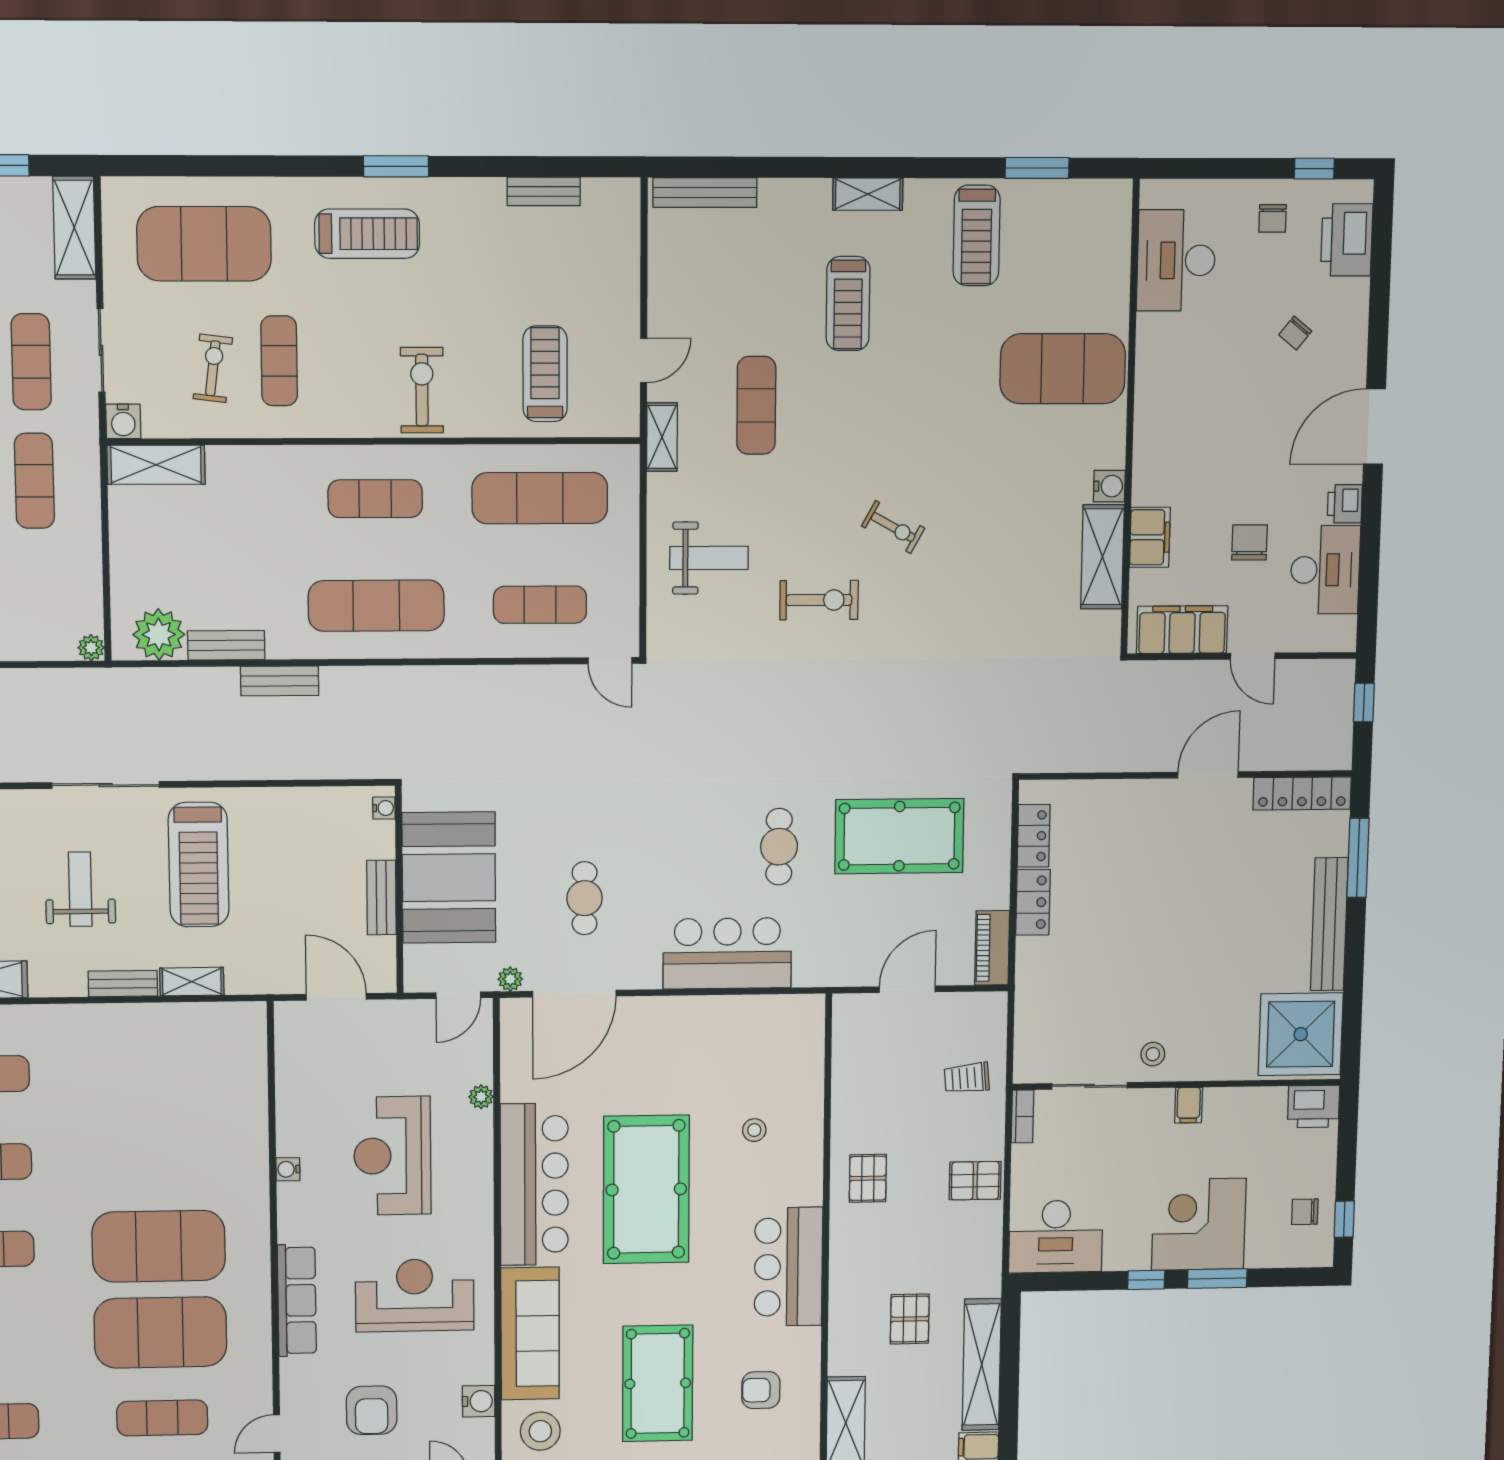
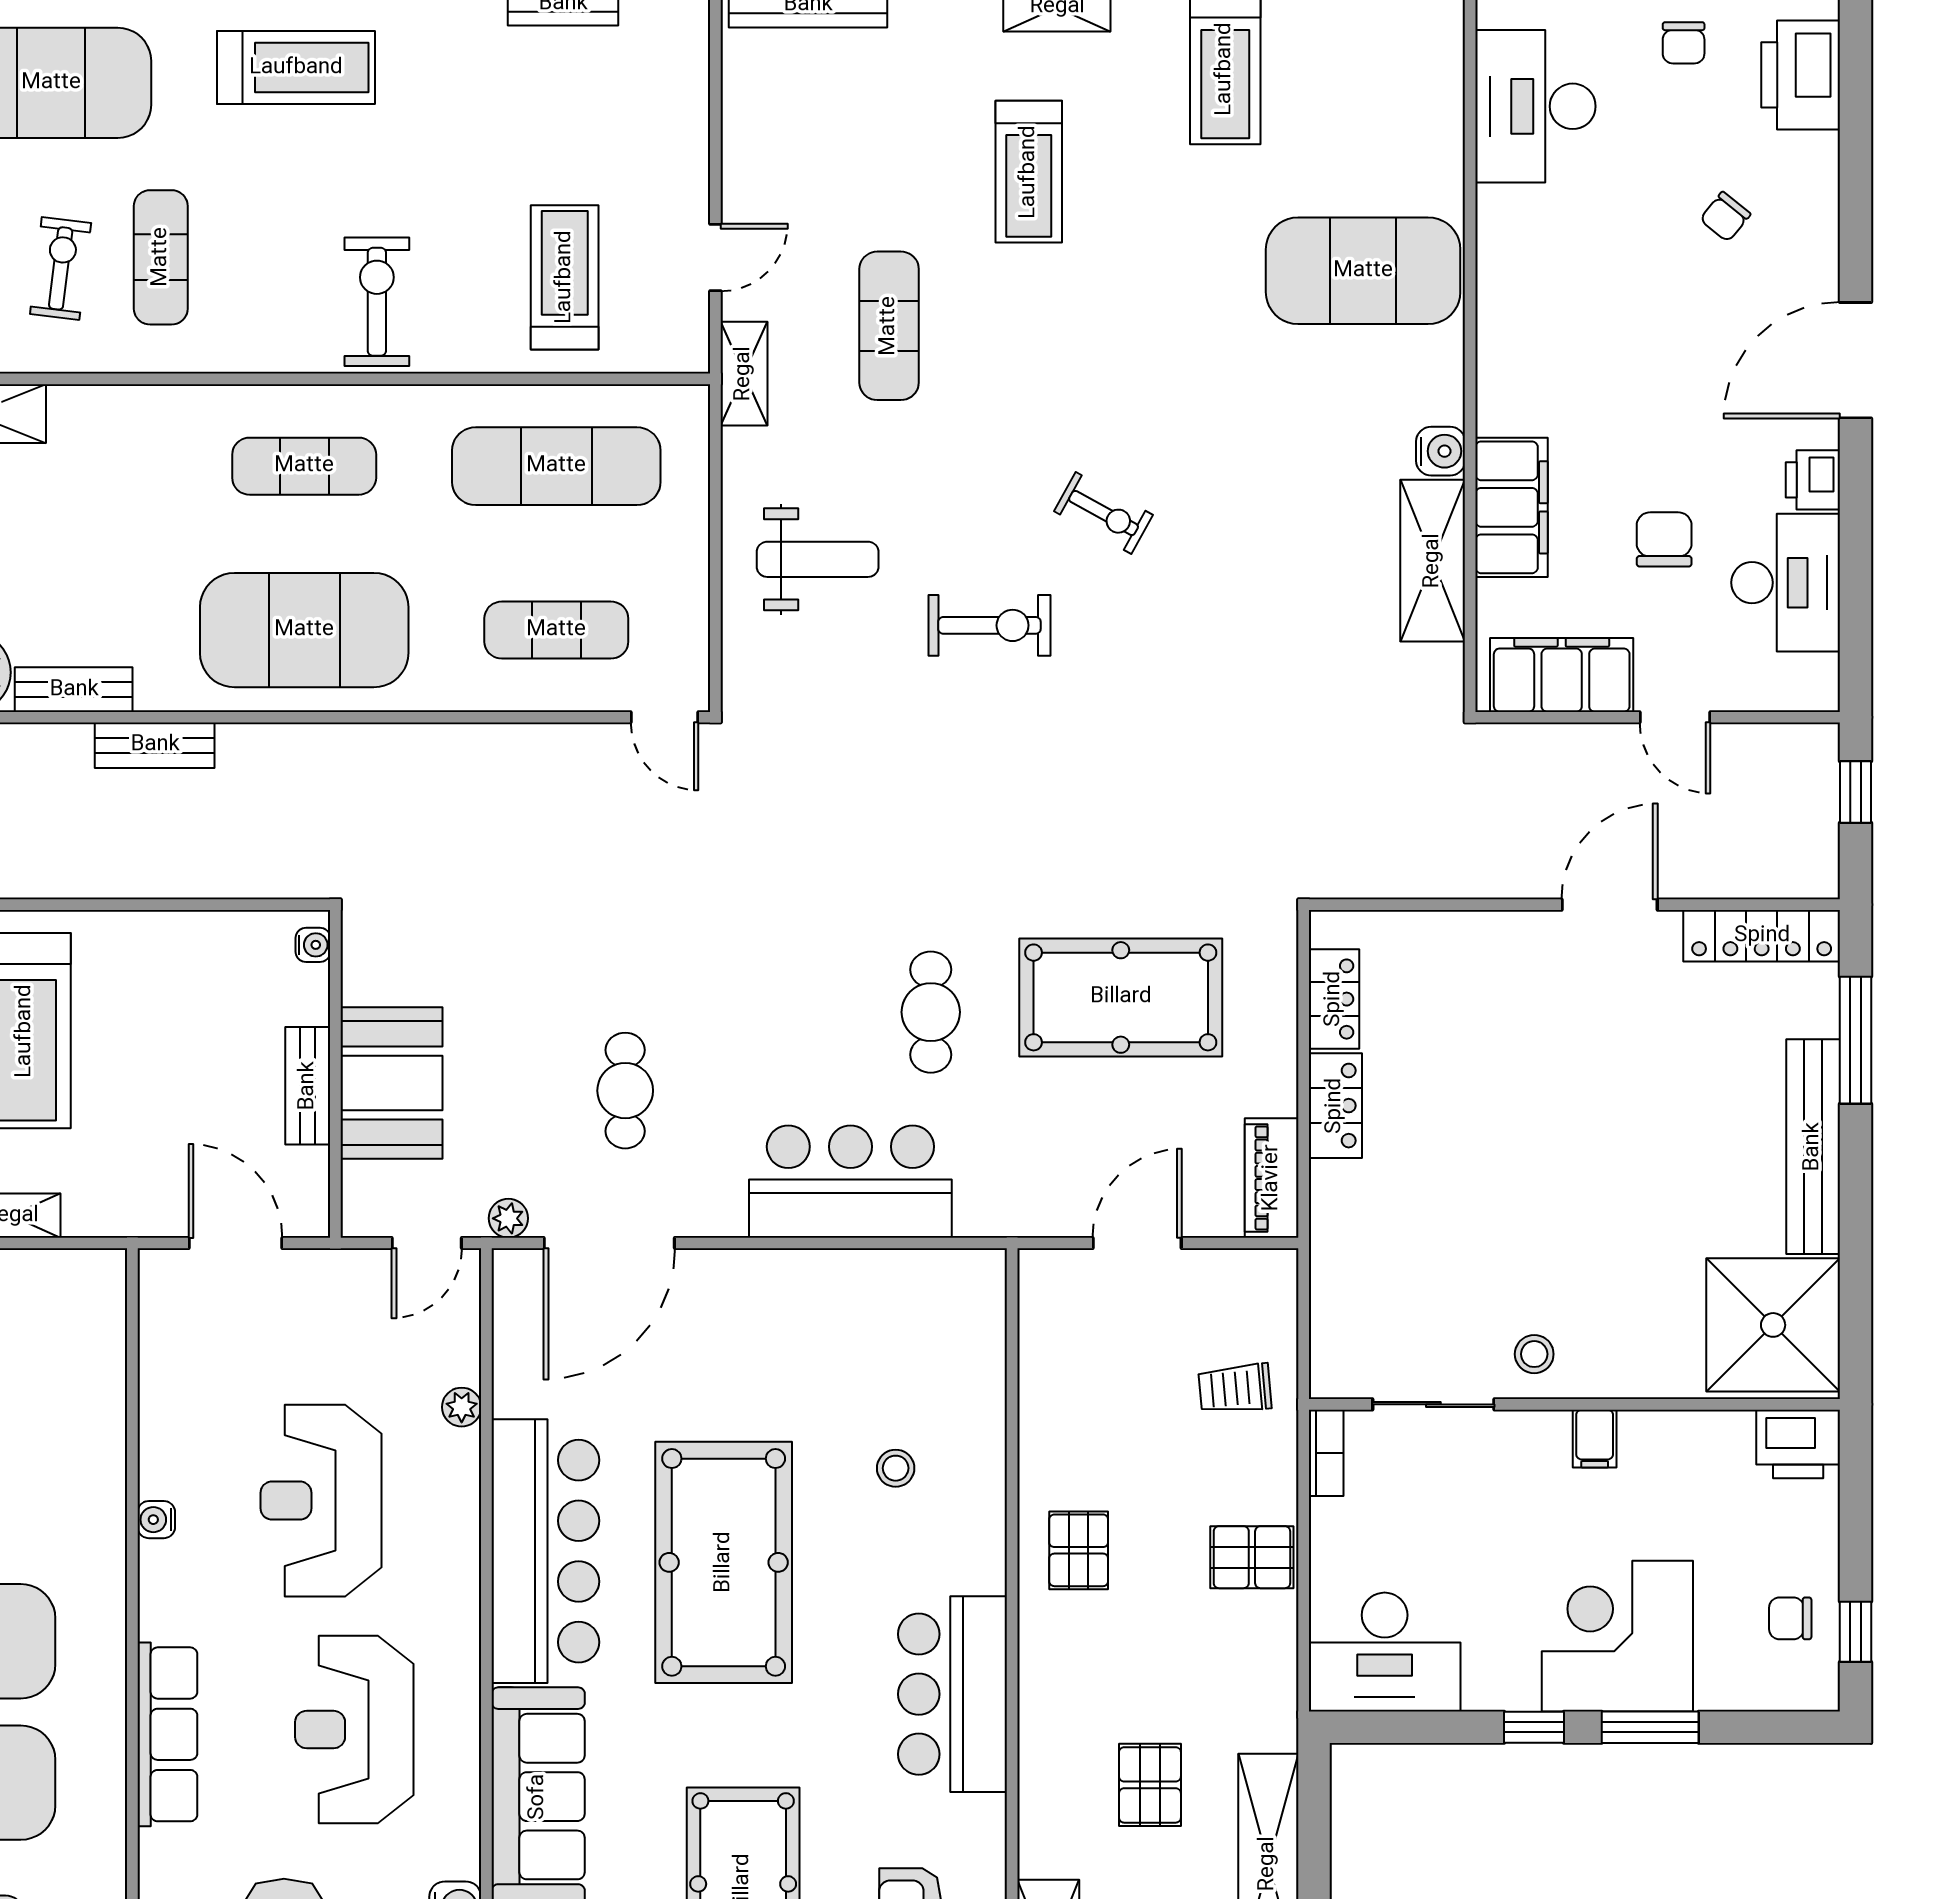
filing cabinet: (1150, 537) -> (1512, 507), width x1.50, depth x1.17
exercise mat: (376, 606) -> (304, 630), width x1.47
booth: (449, 878) -> (392, 1083), width x0.73, depth x0.70
reception desk: (415, 1295) -> (354, 1730), turned -90

